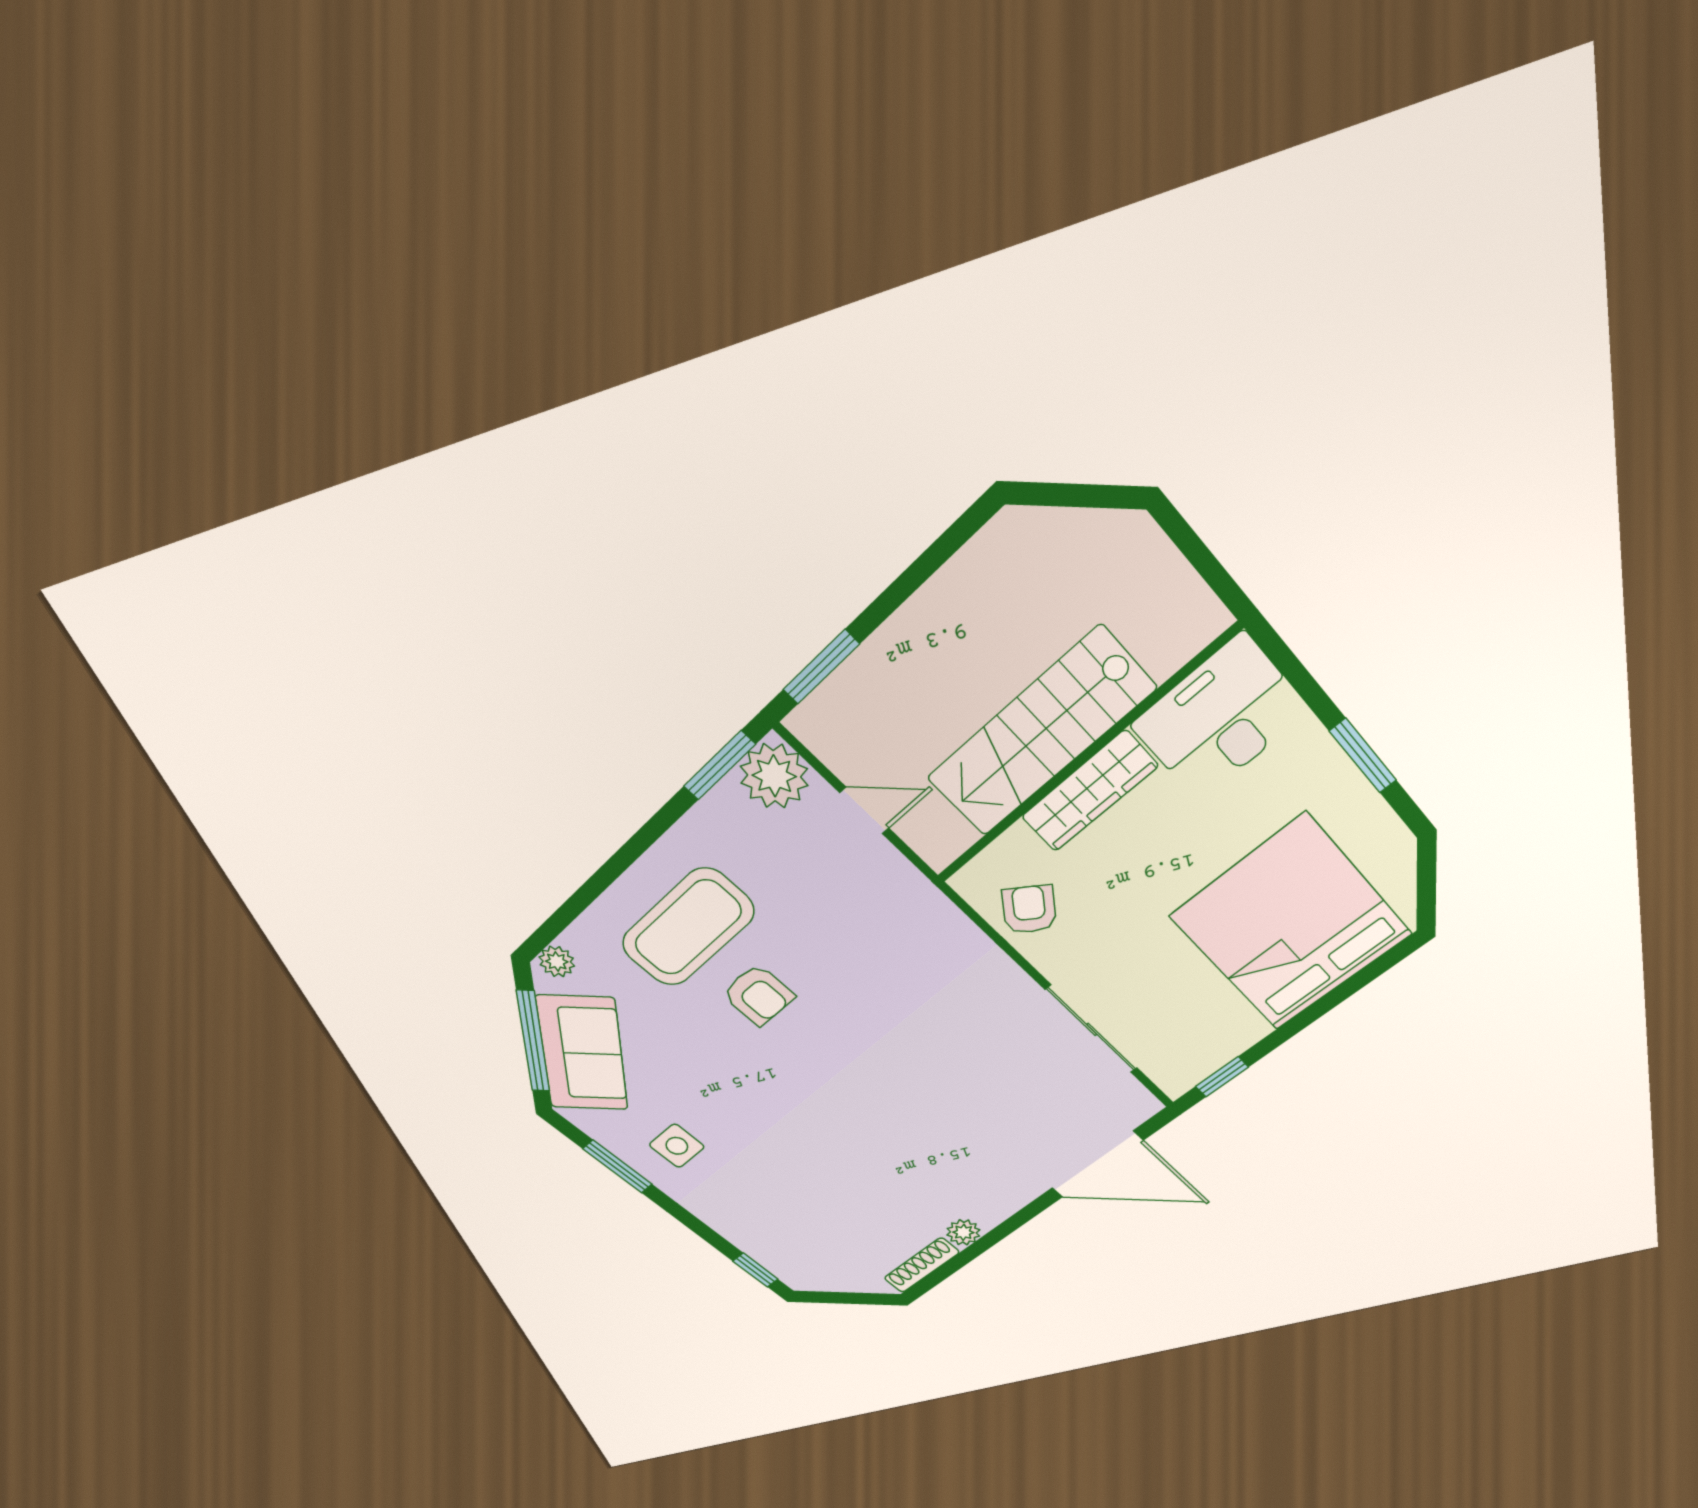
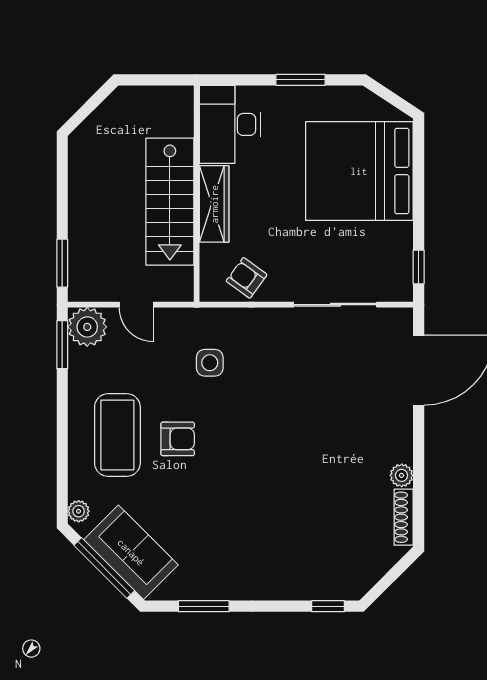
door: (864, 811) -> (136, 305), swing flipped
side table: (677, 1146) -> (210, 363), moved

